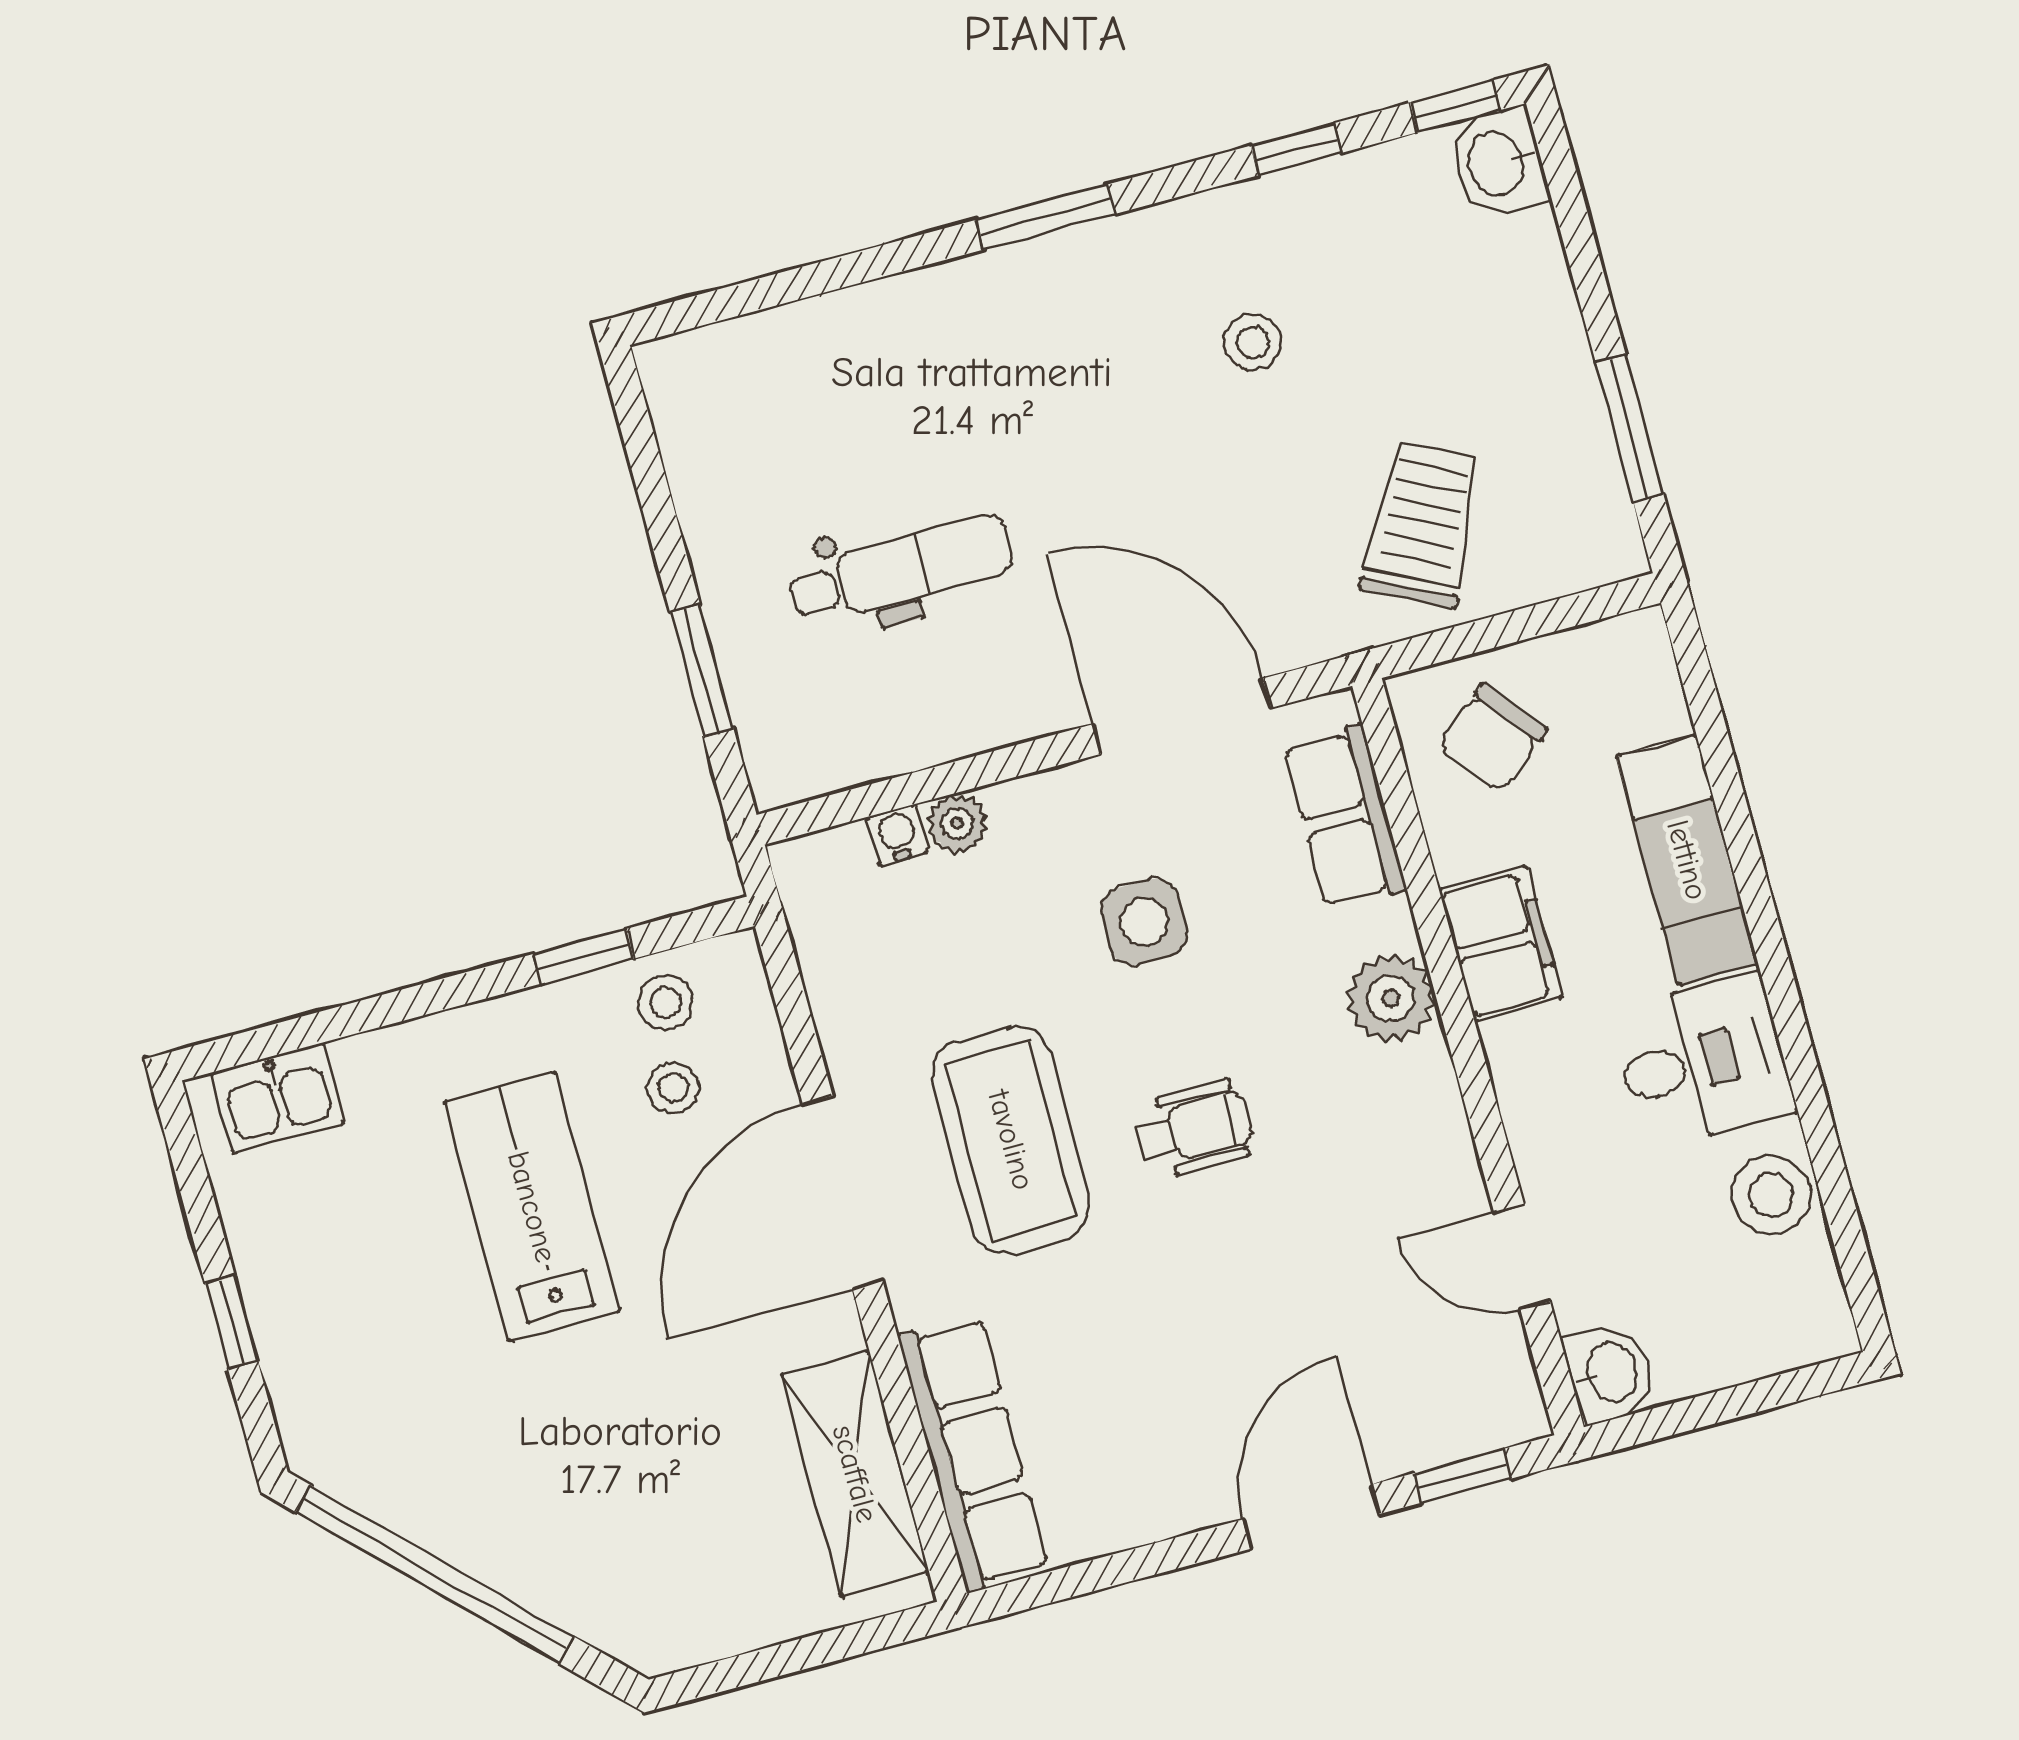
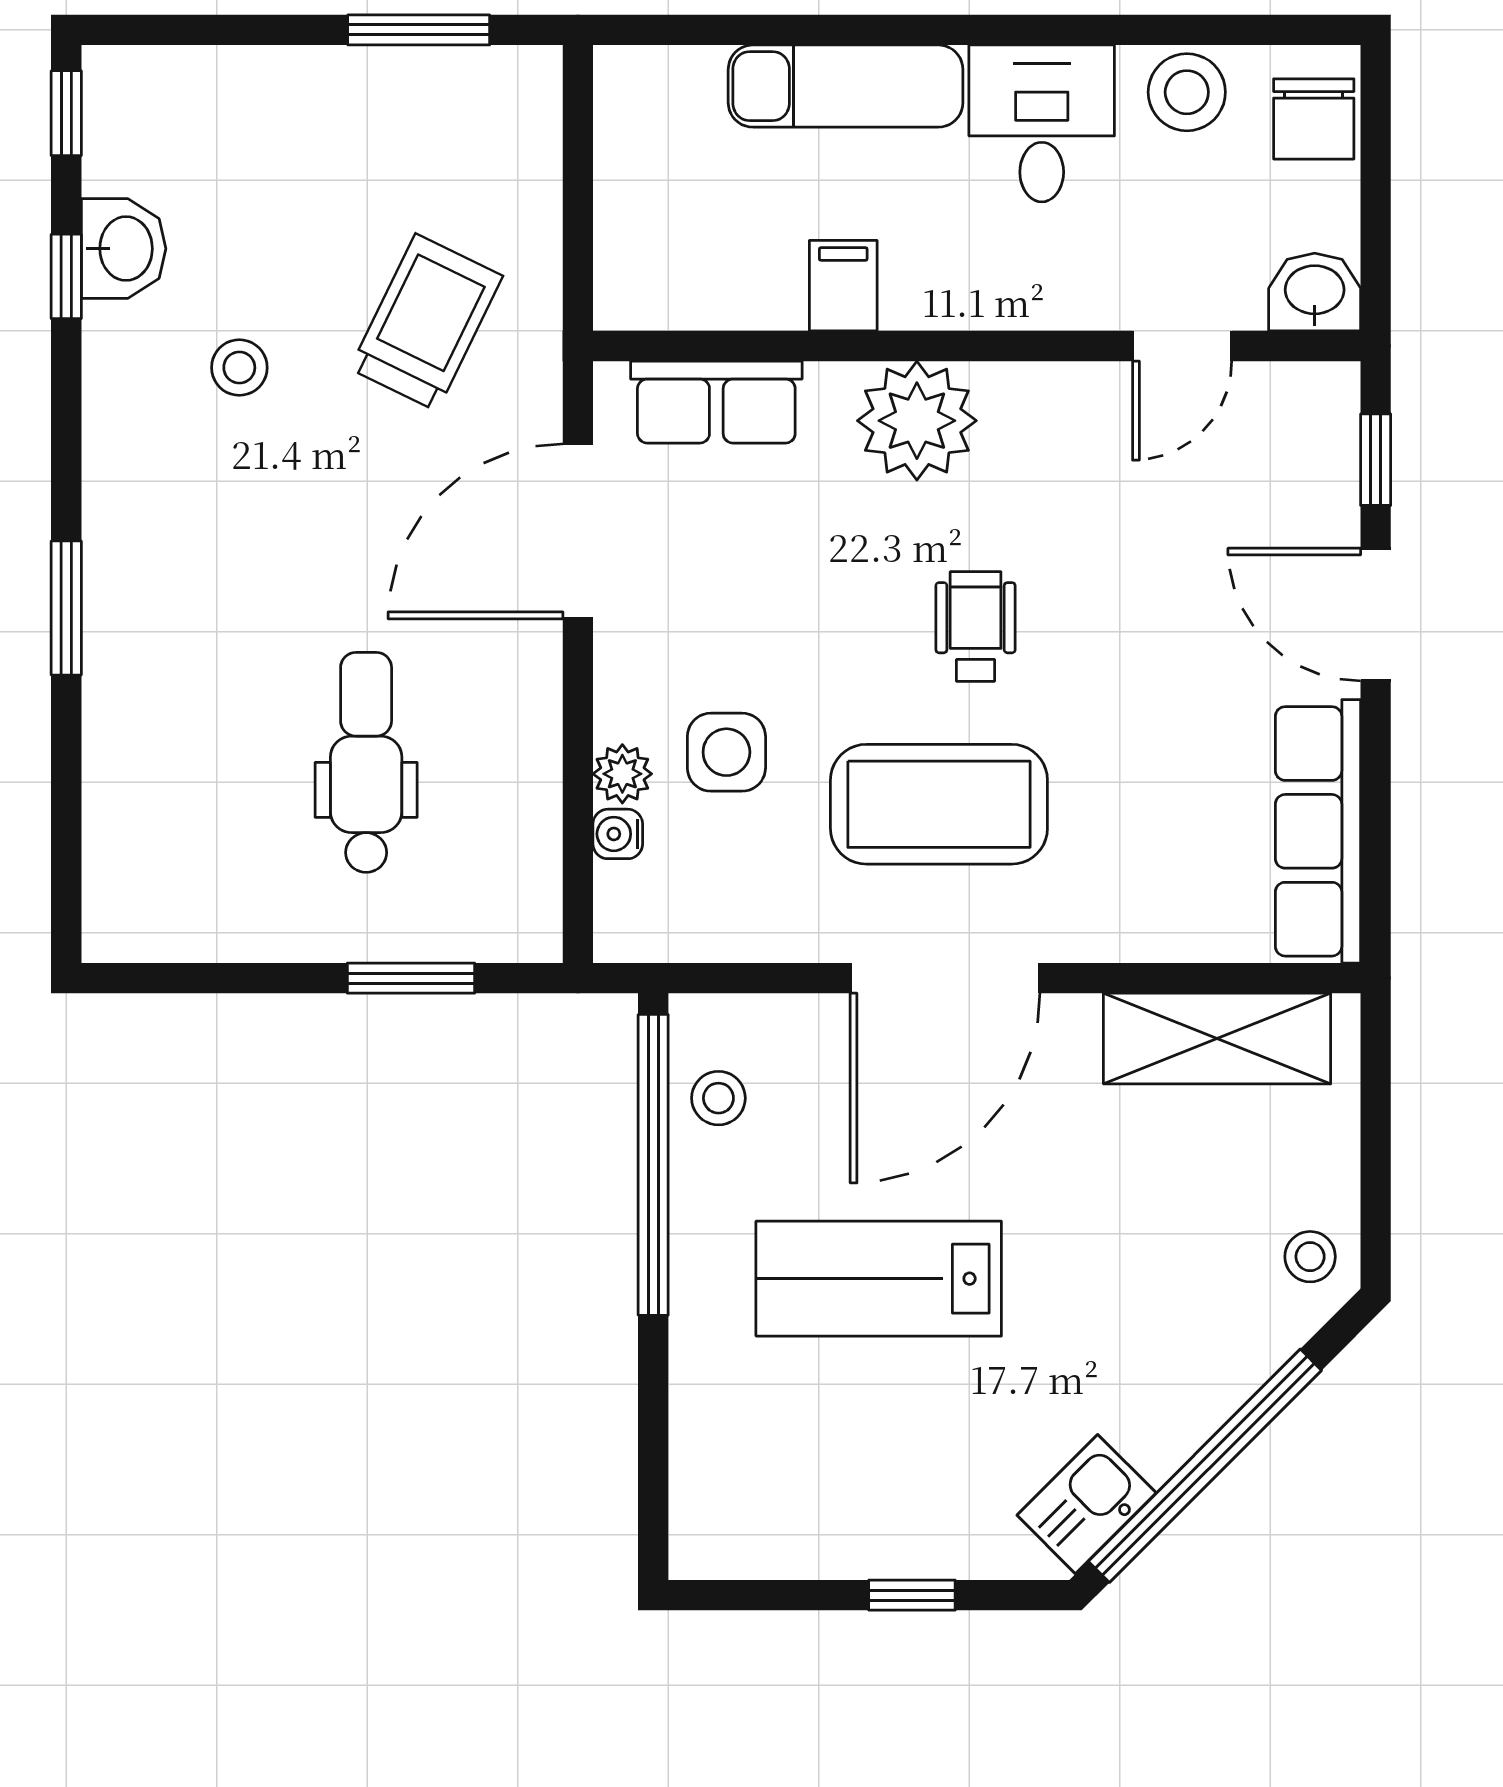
washbasin: (1498, 163) -> (124, 249), moved, turned -90
window: (1046, 217) -> (66, 608), moved
trolley: (1423, 524) -> (426, 322), moved, turned 89
chair: (1492, 738) -> (1314, 119), moved, turned 39
side table: (1144, 922) -> (726, 752), moved
filing cabinet: (1501, 944) -> (843, 286), width x0.50
window: (583, 956) -> (653, 1165), width x3.17
plant: (1391, 998) -> (917, 421), width x1.36, depth x1.36
stool: (673, 1088) -> (1310, 1257), moved
kitchen sink: (278, 1098) -> (1087, 1504), moved, turned -135
door: (843, 1192) -> (945, 978), hinge flipped
row of seats: (973, 1453) -> (1318, 831), moved, turned -90

